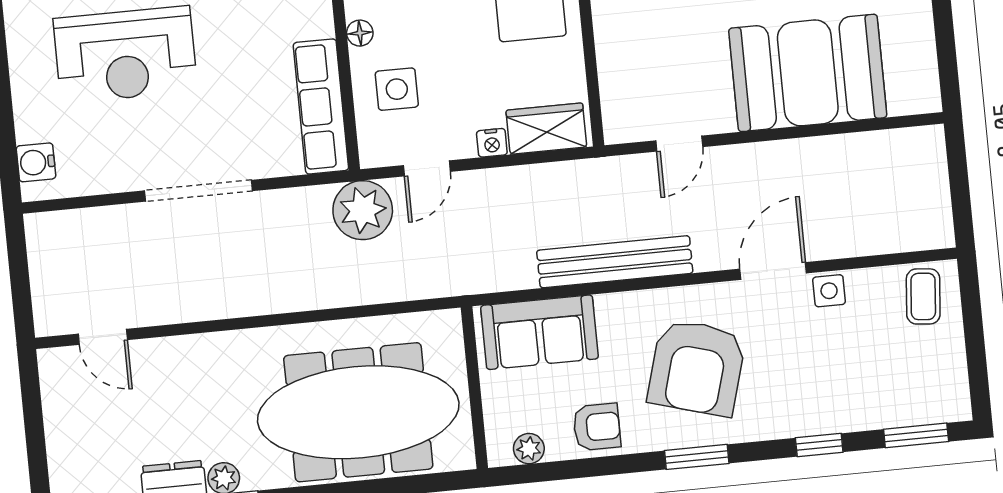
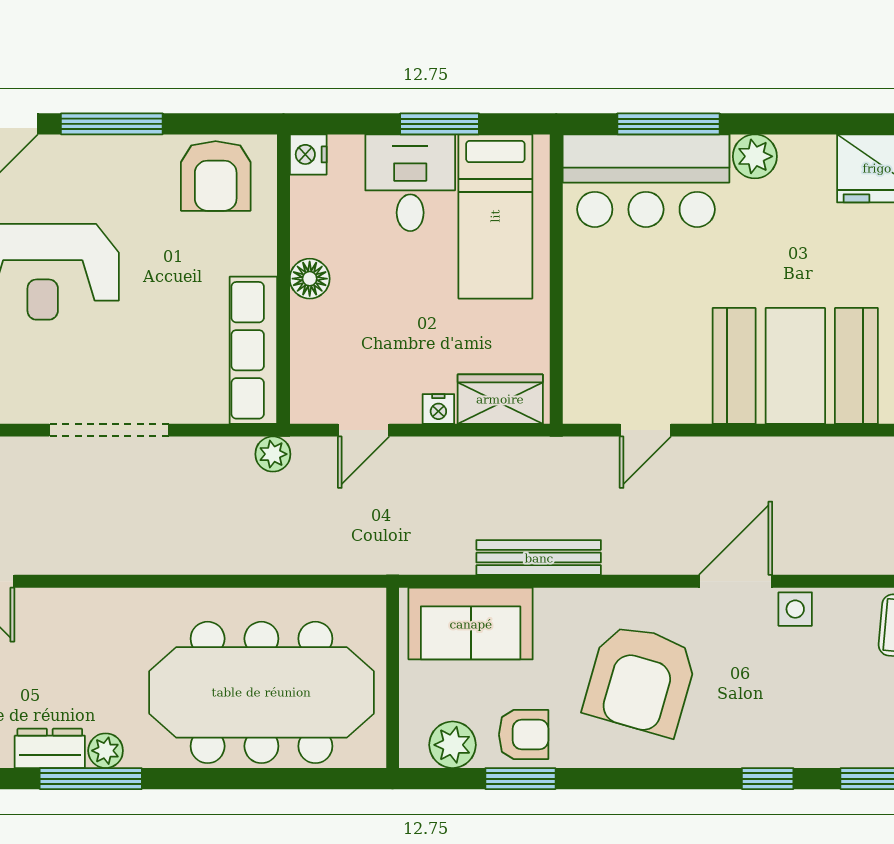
floor lamp: (360, 33) -> (310, 279), width x1.37, depth x1.37
side table: (397, 89) -> (339, 339), removed
plant: (363, 210) -> (273, 454), width x0.53, depth x0.53
bench: (615, 262) -> (539, 558), width x0.73, depth x0.82
plant: (529, 449) -> (453, 745), width x1.38, depth x1.38
window: (697, 457) -> (520, 779), moved

